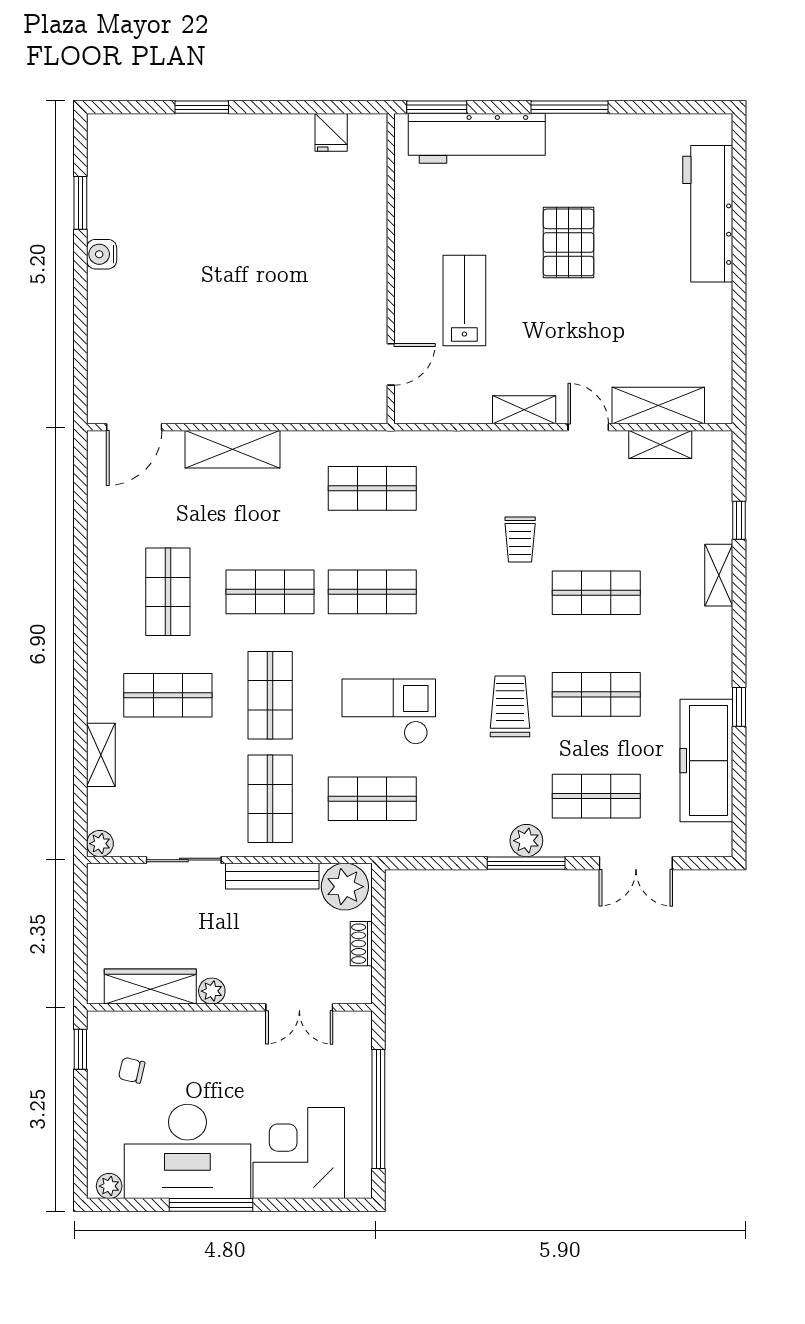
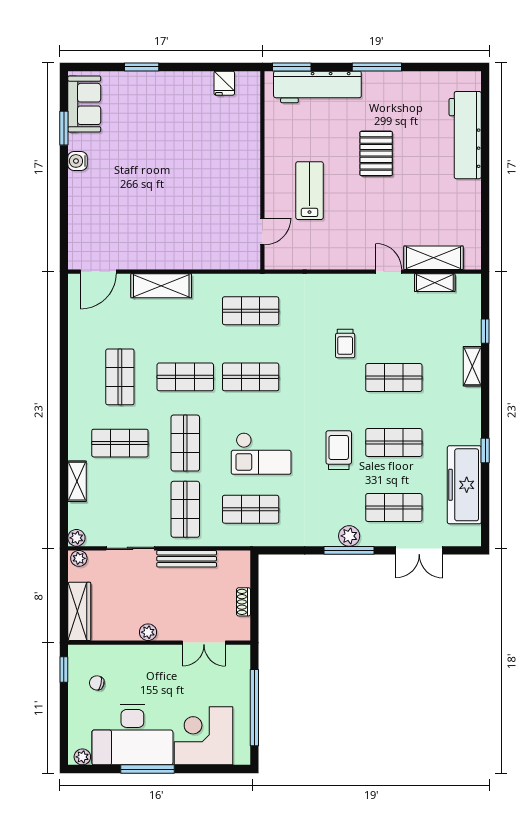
sofa: (112, 165) -> (84, 104), added
shelving: (524, 410) -> (348, 261), removed
checkout: (389, 712) -> (261, 454), turned 180
plant: (345, 887) -> (79, 558), moved, width x0.53, depth x0.53
wardrobe: (150, 987) -> (79, 611), moved, turned 90

